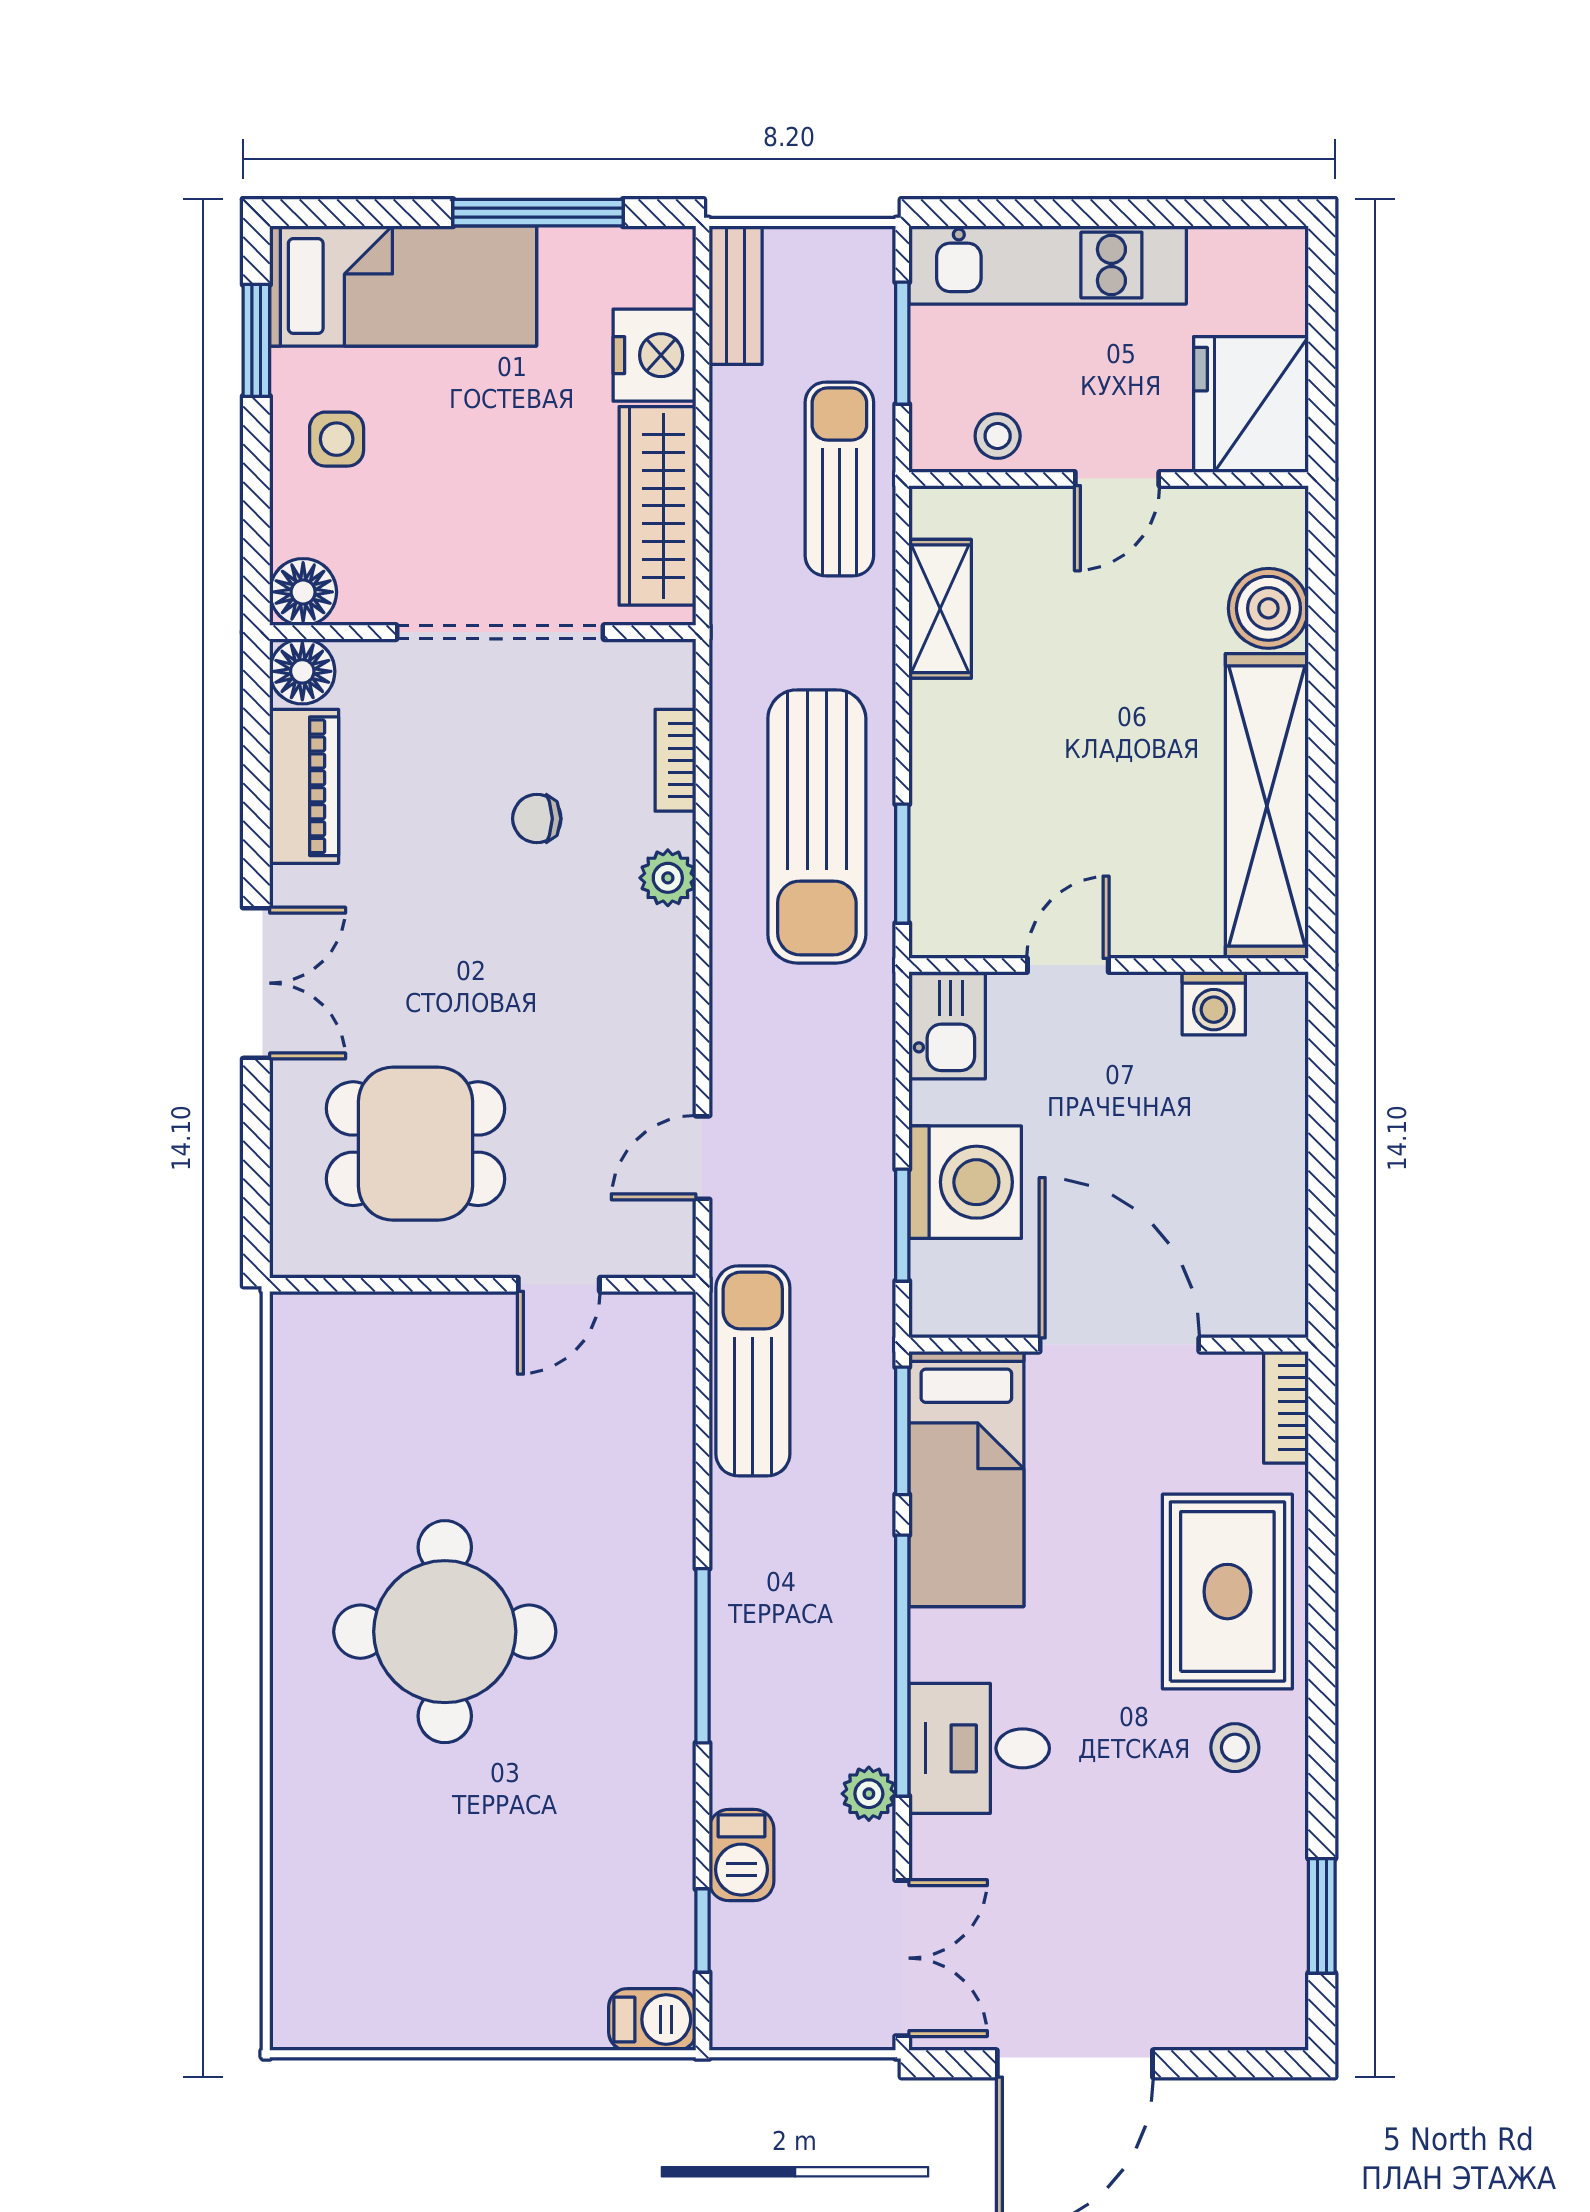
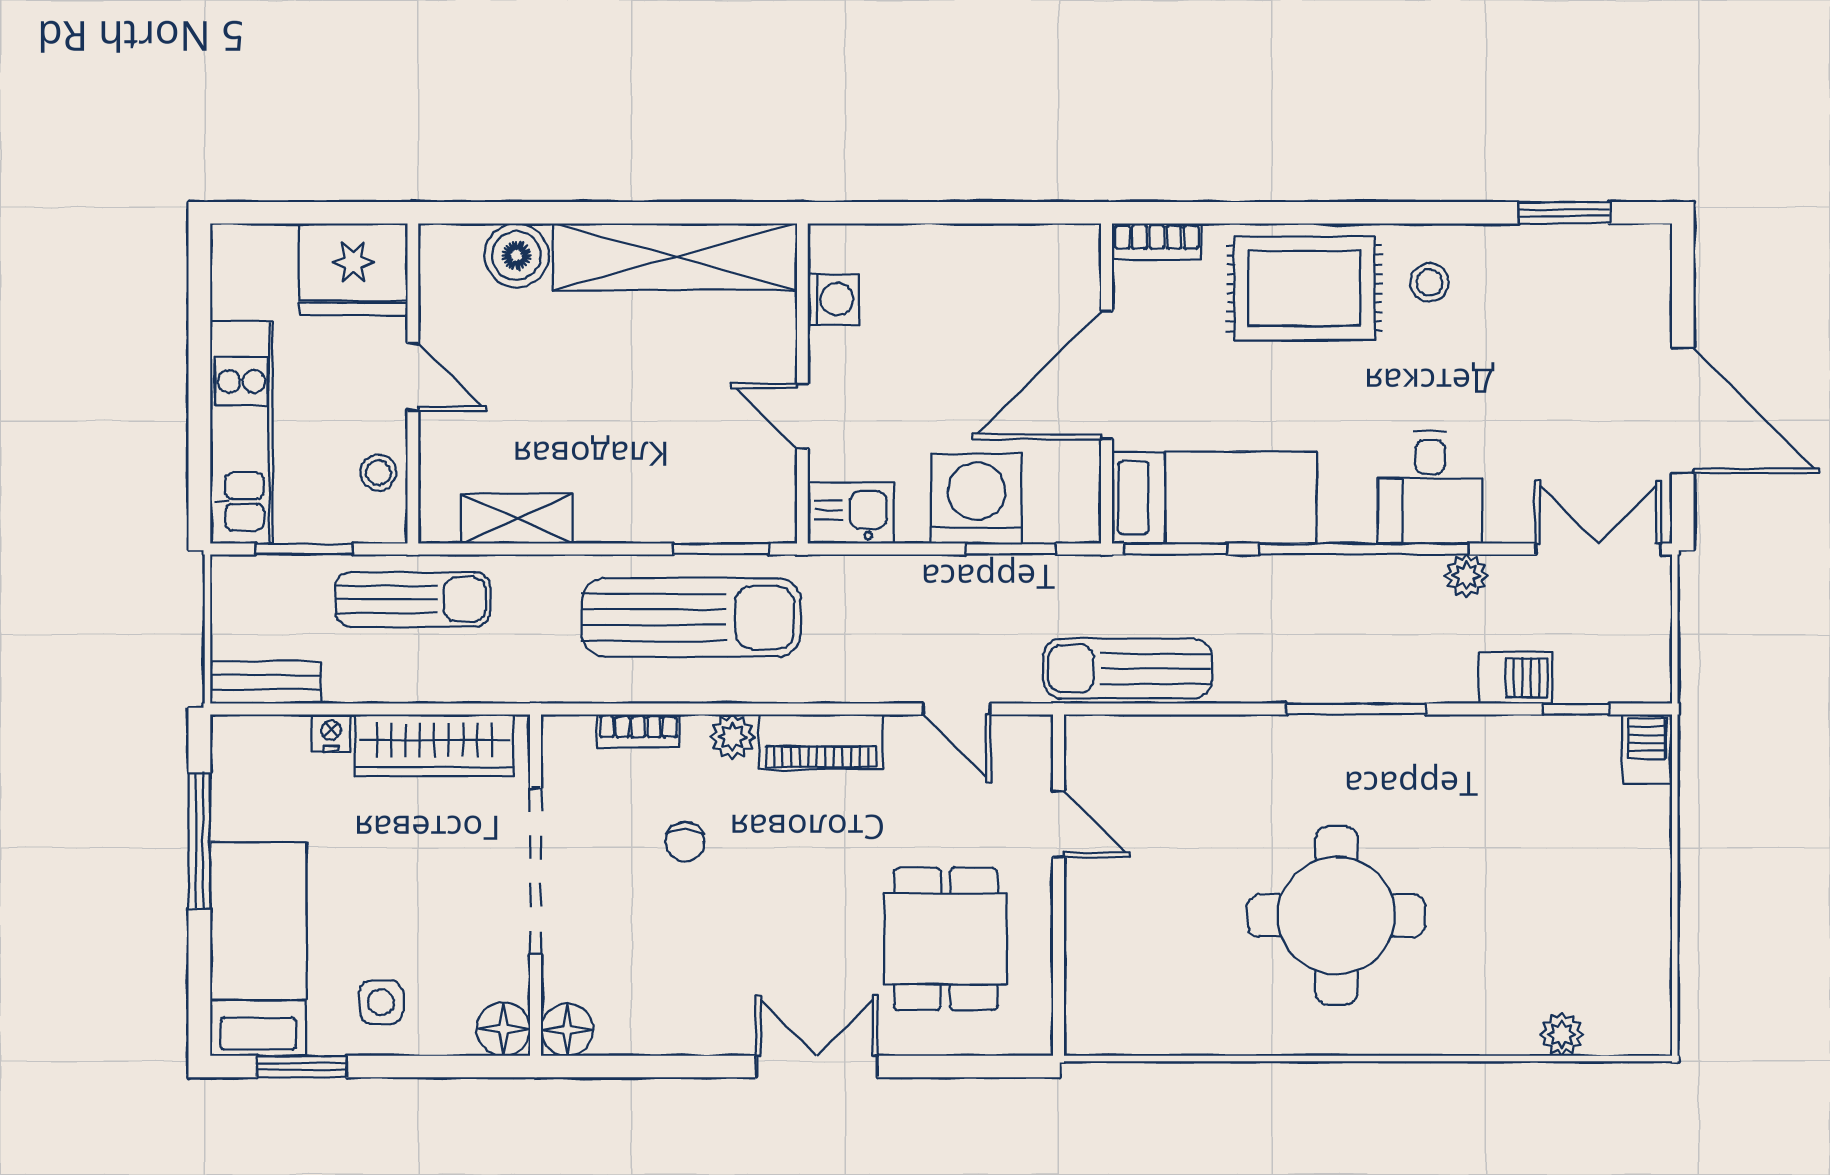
nightstand: (654, 355) -> (331, 733), width x0.53, depth x0.56
sun lounger: (839, 479) -> (413, 599), turned 180
piano: (304, 786) -> (821, 742), moved, turned 180
plant: (297, 1913) -> (1562, 1034), added

